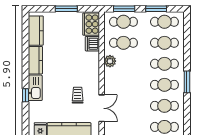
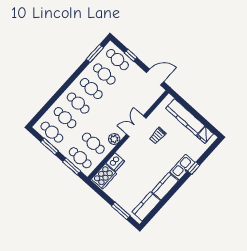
window: (66, 9) -> (121, 211), moved
window: (187, 82) -> (95, 53), moved
double door: (102, 108) -> (136, 126), moved

